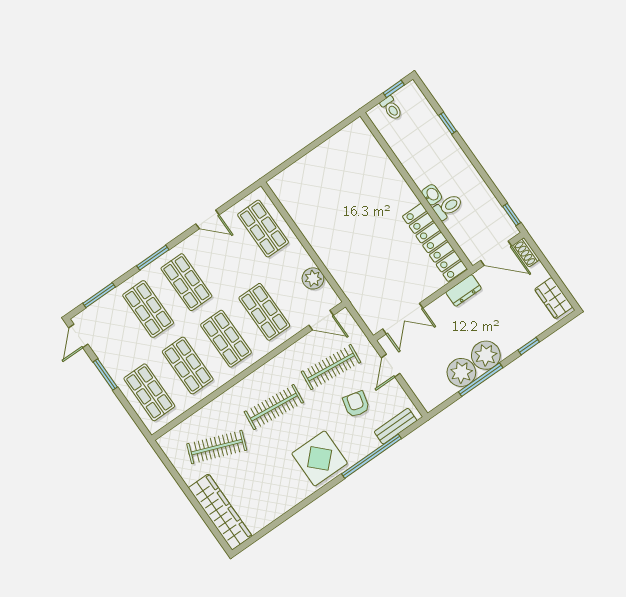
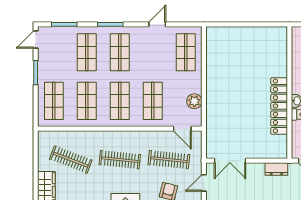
door: (207, 219) -> (157, 24), swing flipped
locker: (435, 242) -> (279, 106), moved

